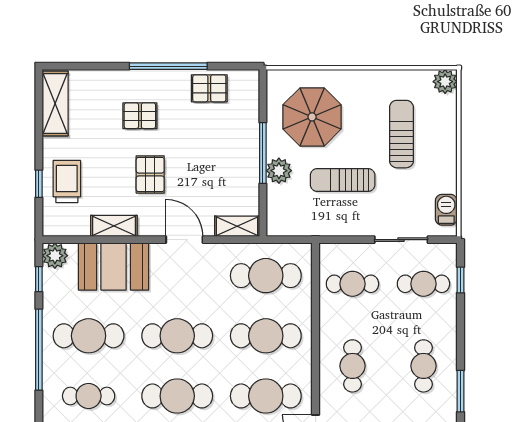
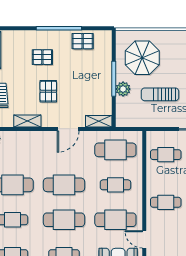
door: (184, 240) -> (68, 129), swing flipped
booth: (114, 267) -> (27, 145), removed
cafe table: (266, 336) -> (115, 185), width x0.73, depth x0.74
cafe table: (352, 366) -> (166, 202), turned 90

